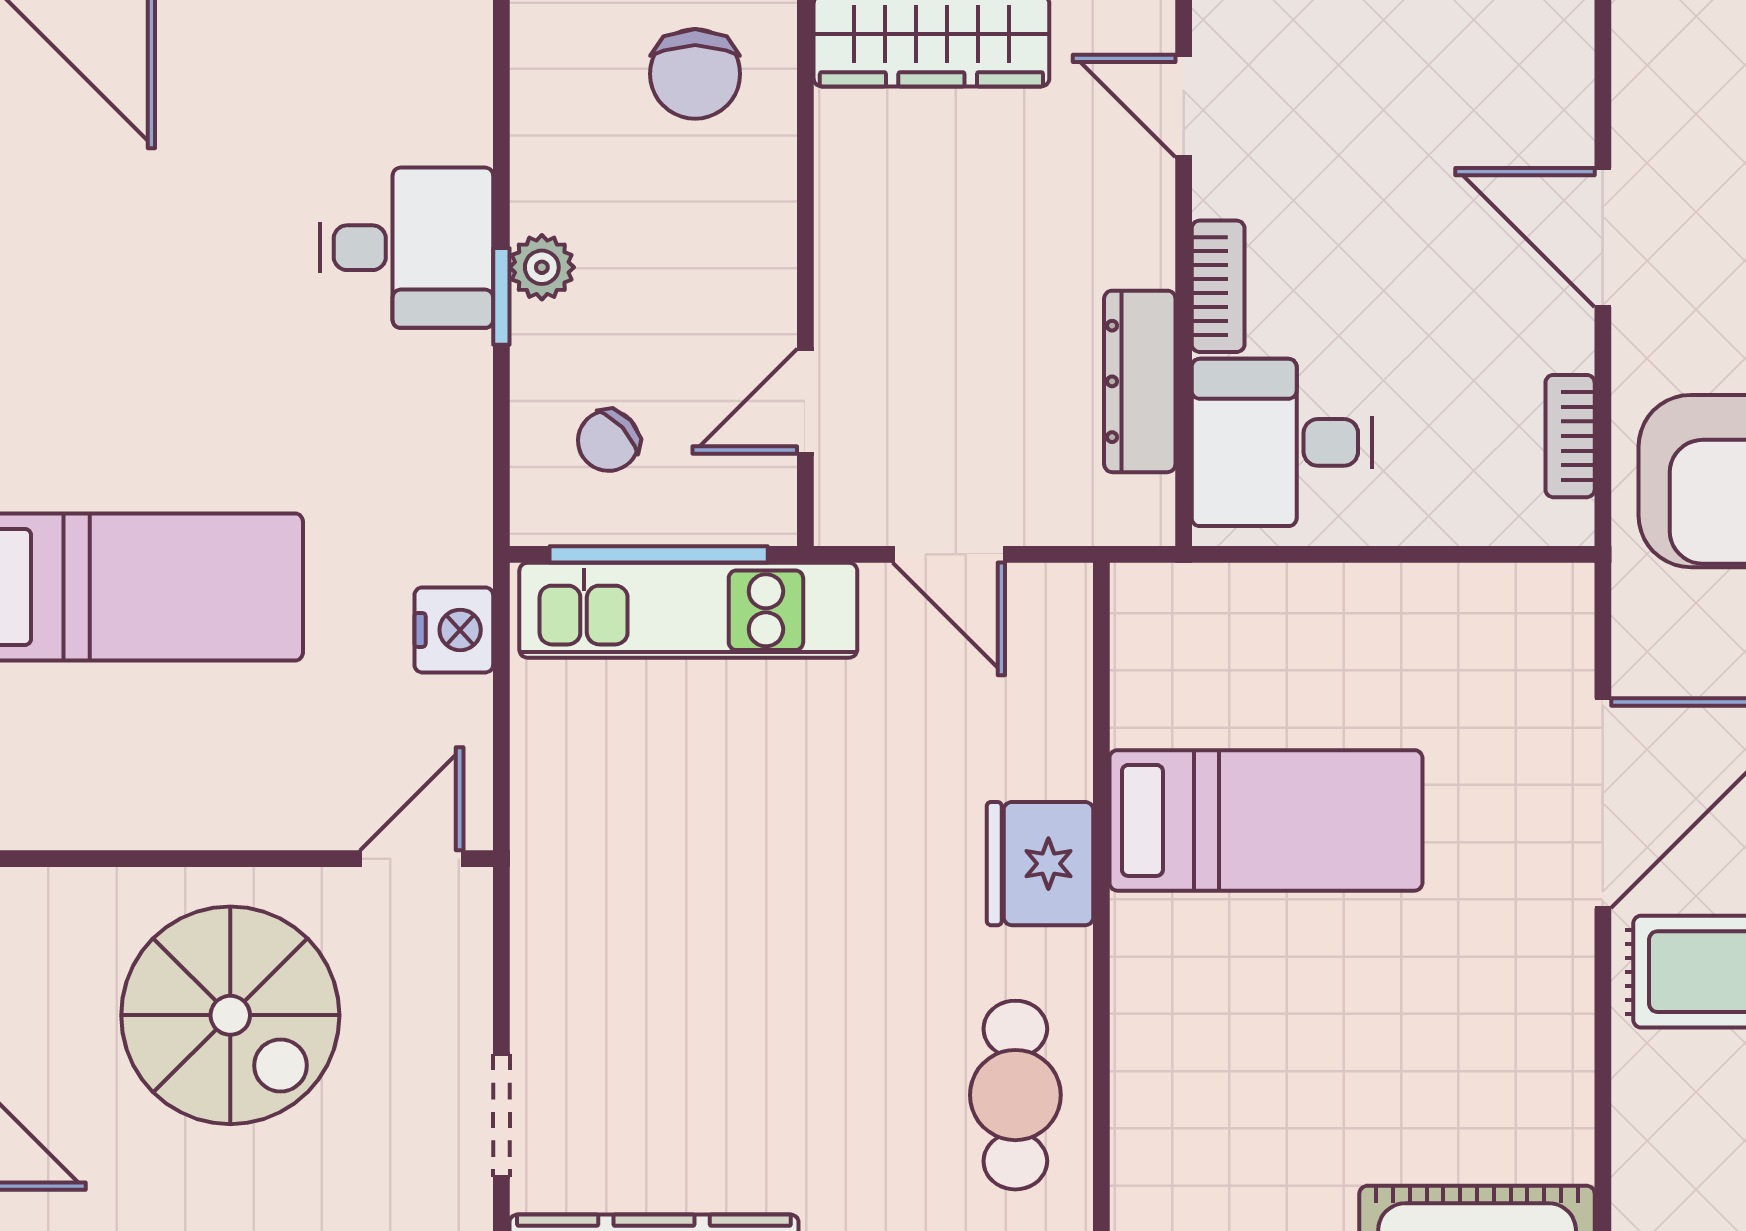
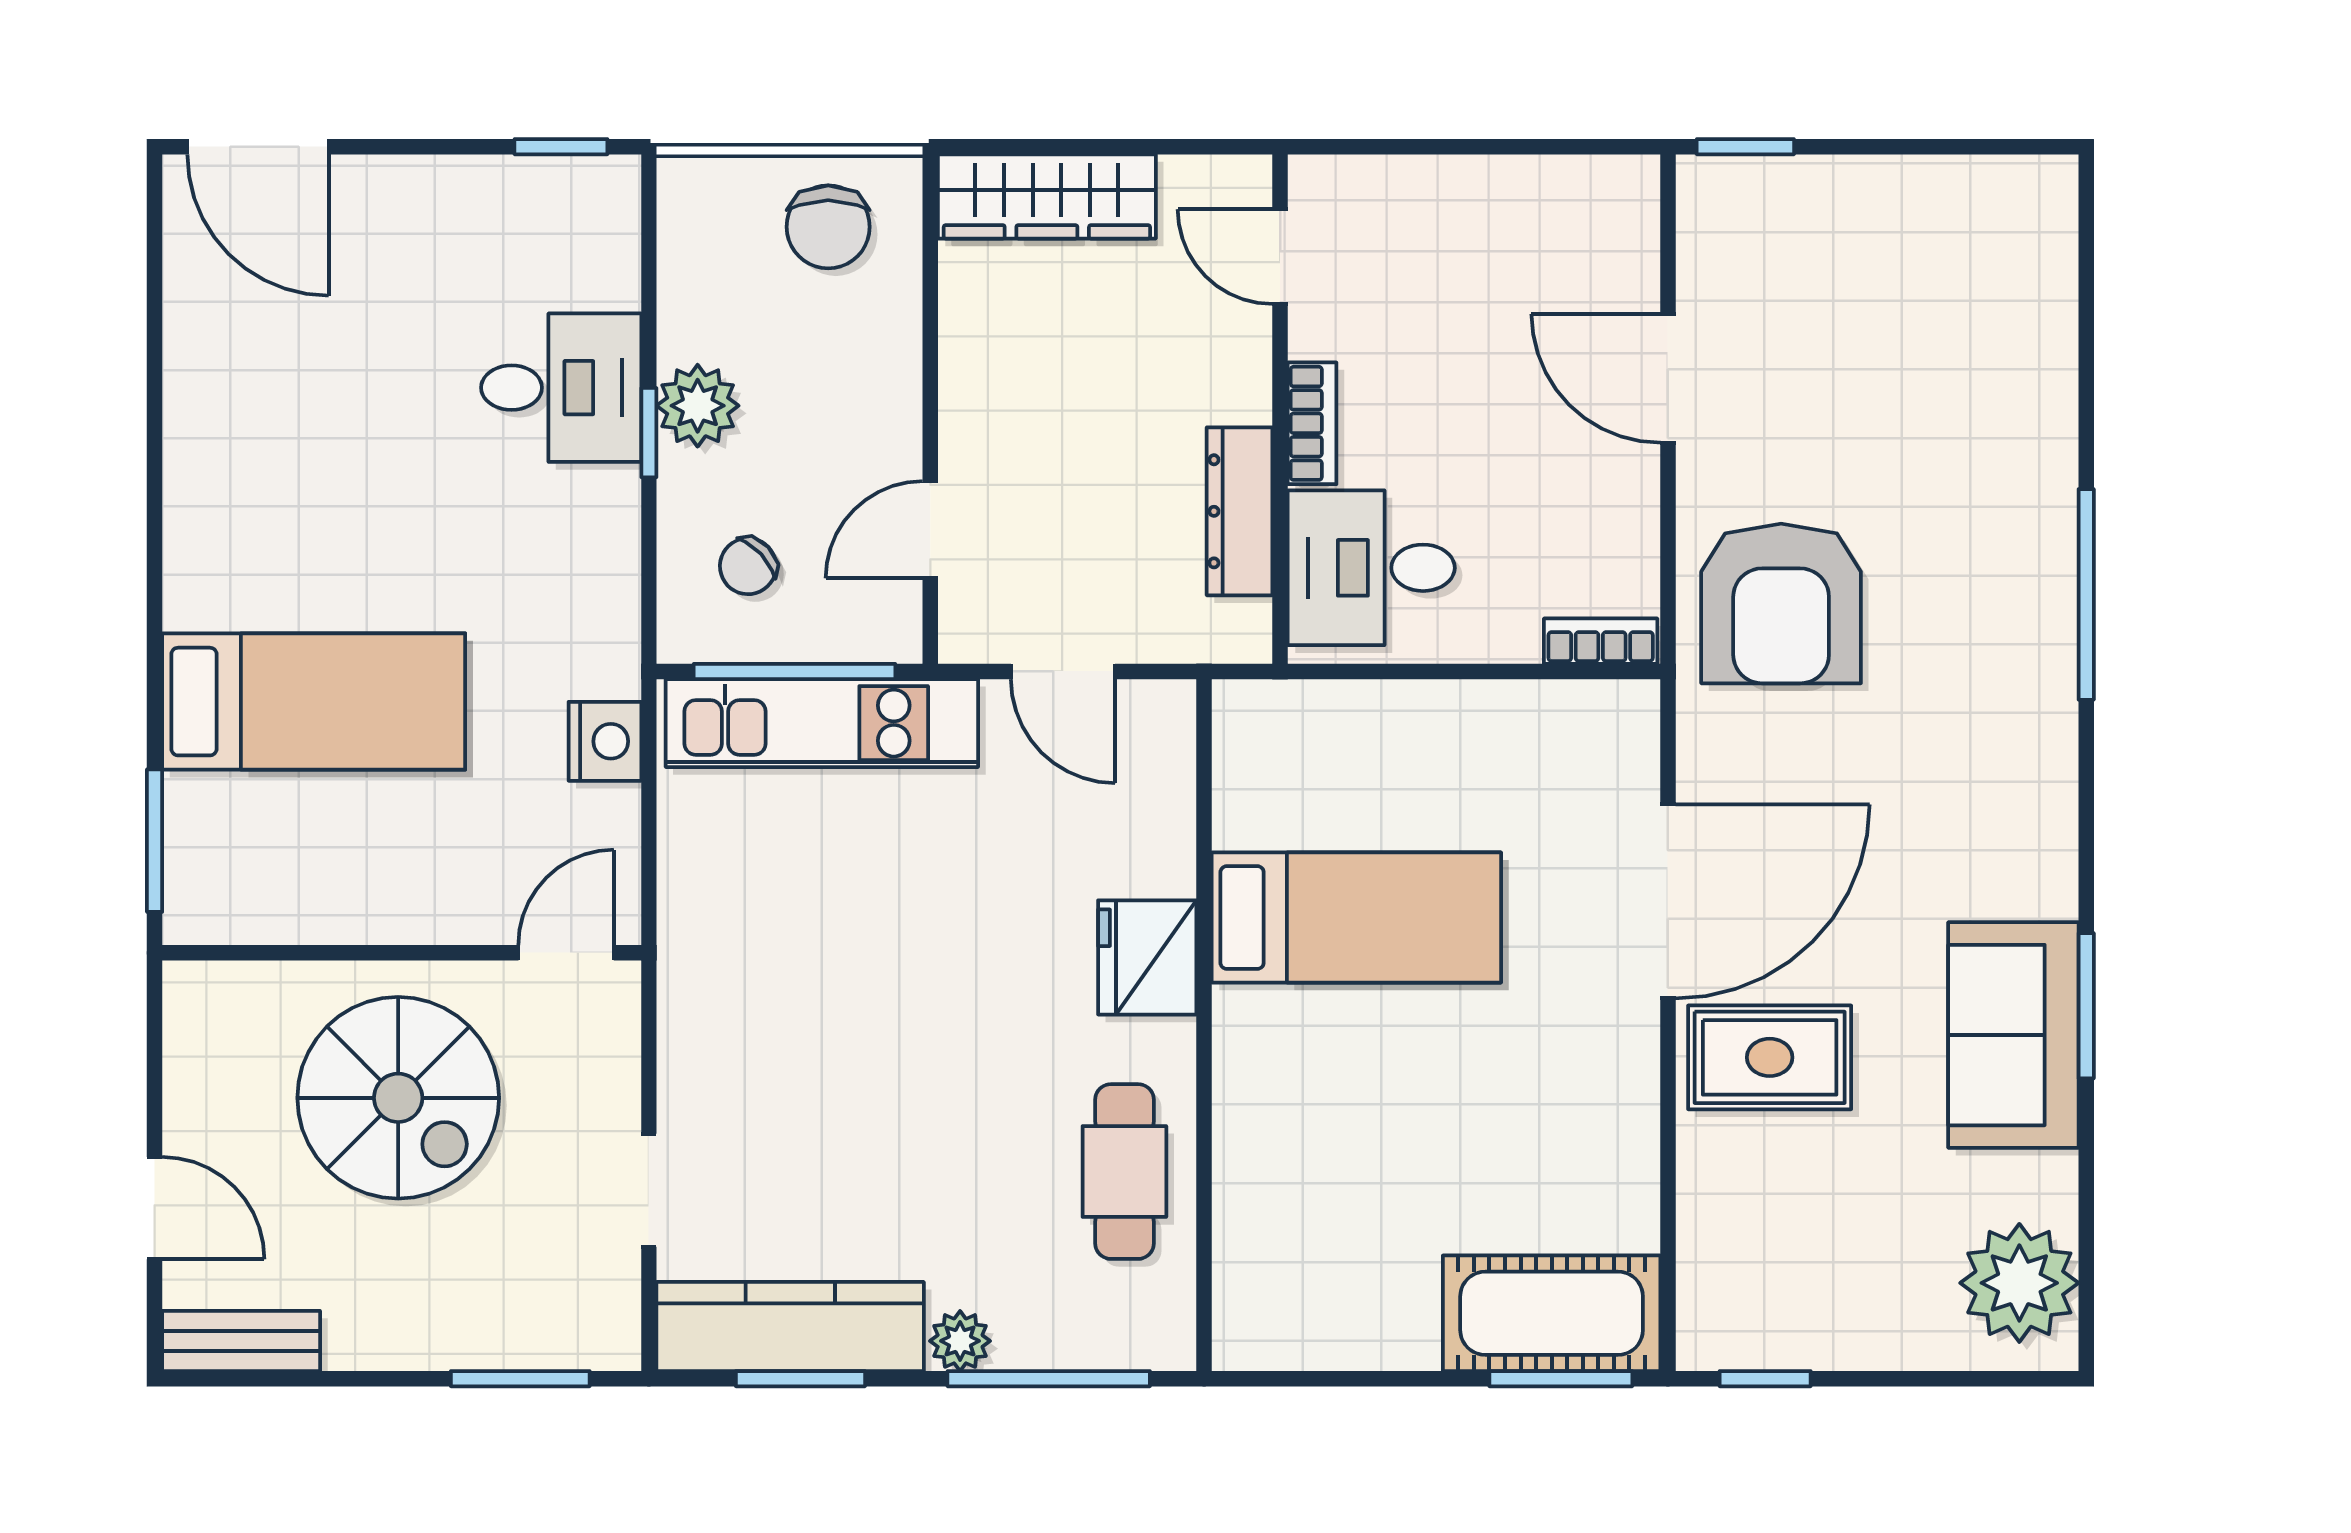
plant: (542, 267) -> (698, 406), width x1.38, depth x1.38
bookcase: (1570, 436) -> (1601, 641), moved, turned 90

